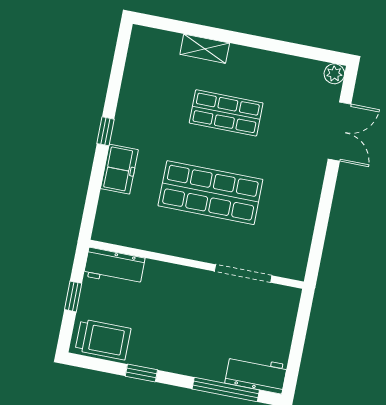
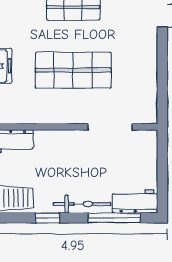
bicycle: (189, 364) -> (82, 204), added

